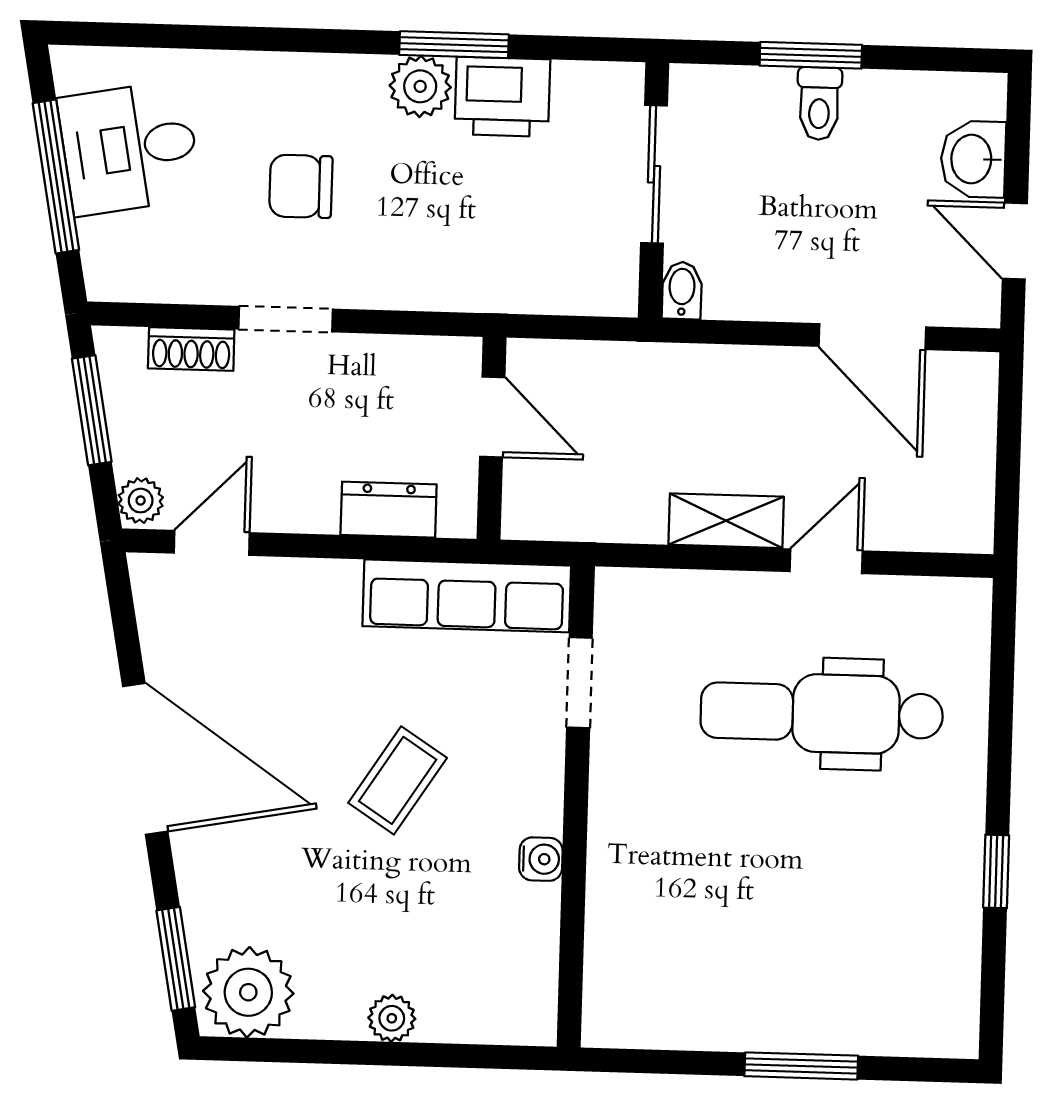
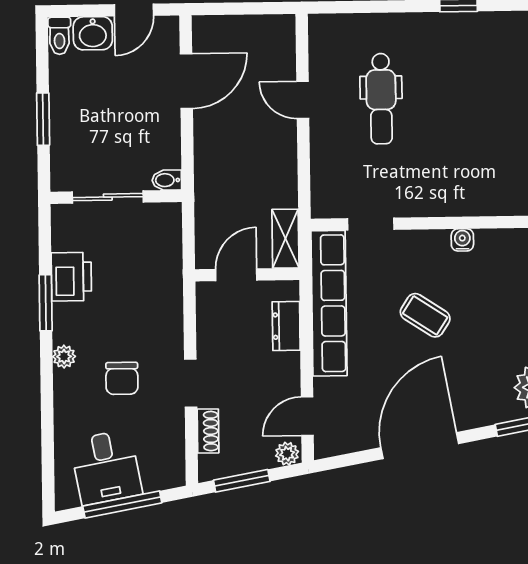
plant: (420, 86) -> (64, 357), moved, width x0.73, depth x0.73
toilet: (819, 104) -> (59, 36), moved, turned 90
shelving: (726, 521) -> (285, 239), moved
door: (212, 543) -> (307, 416), hinge flipped
row of seats: (467, 596) -> (329, 303), width x1.36
dental chair: (822, 713) -> (381, 99), width x0.73, depth x0.72

